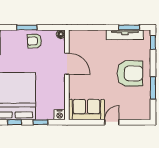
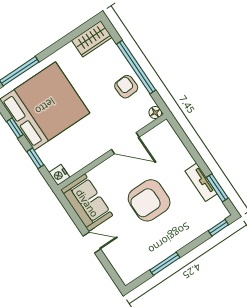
window: (27, 27) -> (136, 67), width x2.11
tv unit: (125, 35) -> (201, 182), width x0.71
door: (67, 64) -> (125, 143), hinge flipped
armchair: (130, 73) -> (149, 200), moved, turned 90

